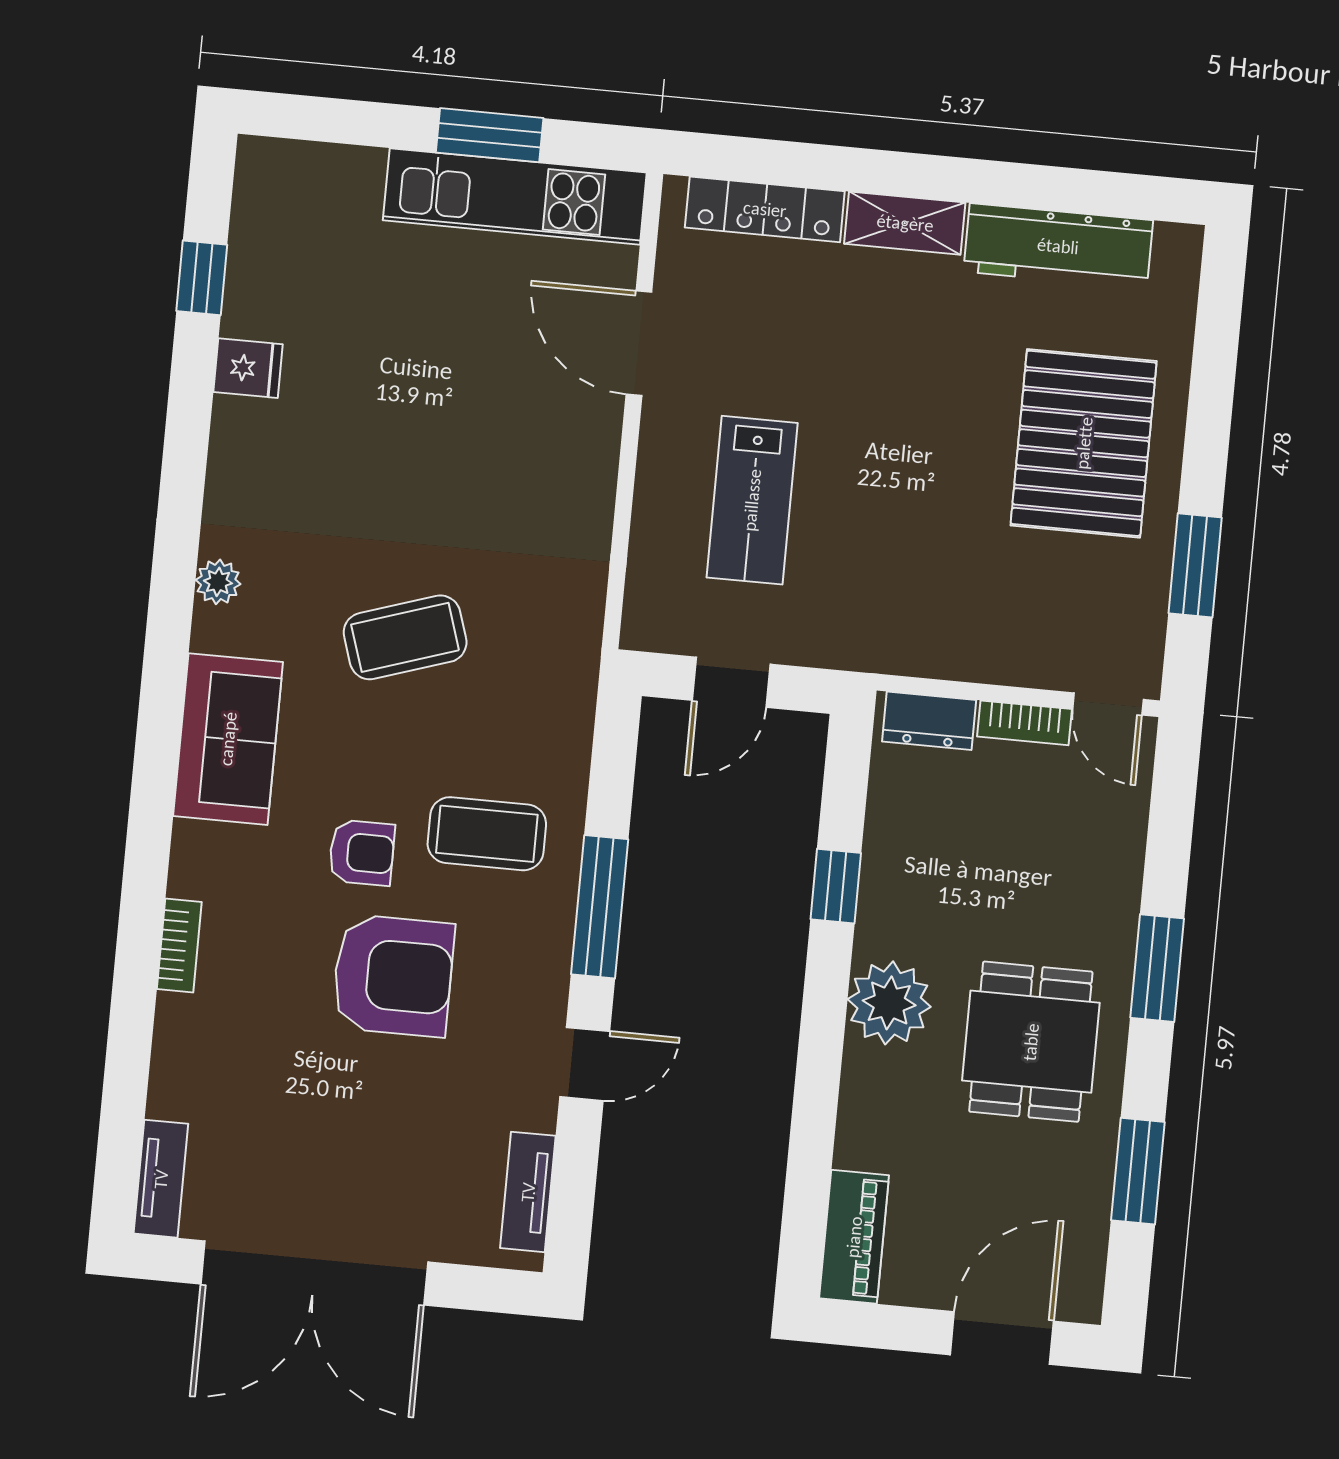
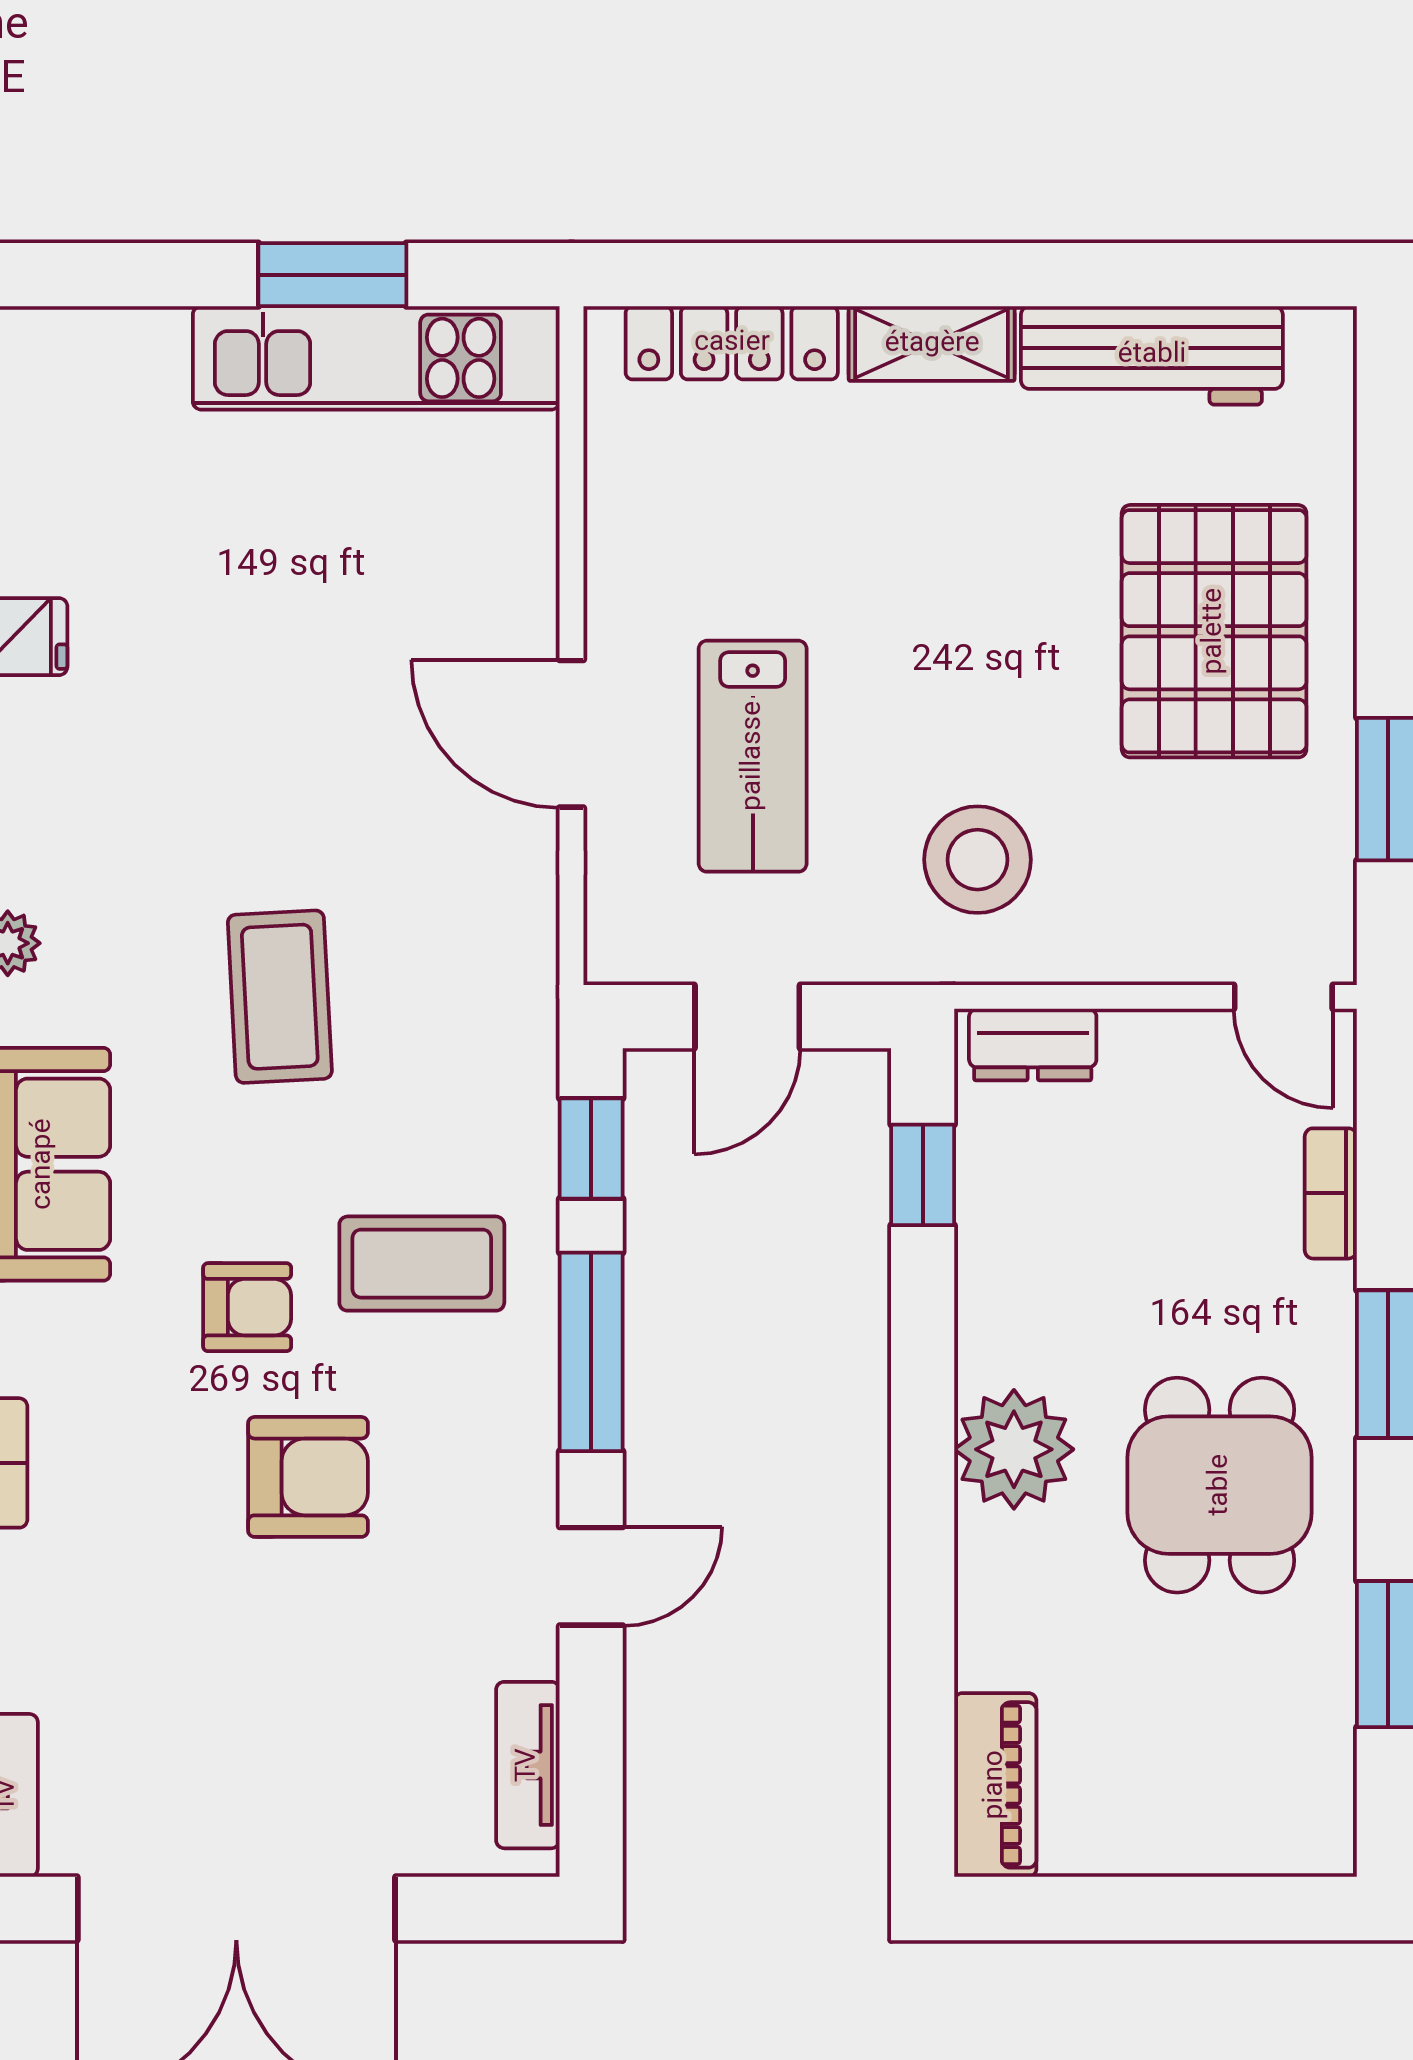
door: (639, 343) -> (571, 734), moved
stool: (903, 588) -> (978, 860), added
coffee table: (405, 637) -> (280, 997), turned -75
bookcase: (1024, 723) -> (1331, 1193), moved, turned 90
window: (613, 764) -> (591, 1148), added
window: (836, 886) -> (923, 1175), moved
armchair: (393, 976) -> (308, 1477), width x0.73, depth x0.73
door: (1002, 1338) -> (1218, 1908), removed

